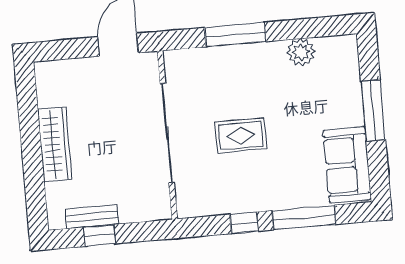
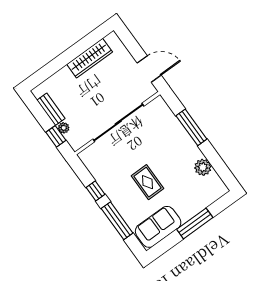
rug: (241, 135) -> (148, 182), moved
wardrobe: (55, 144) -> (90, 58), moved
plant: (129, 214) -> (64, 128), added
window: (100, 235) -> (56, 136), moved

